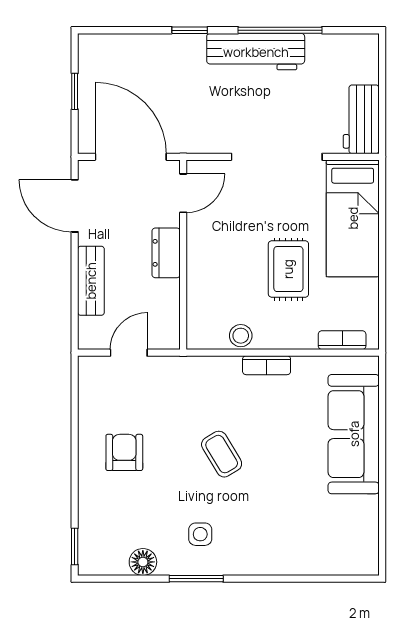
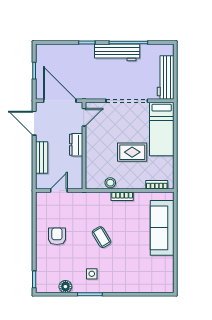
workbench: (361, 119) -> (166, 77), width x1.38
rug: (288, 269) -> (132, 152), turned 90

